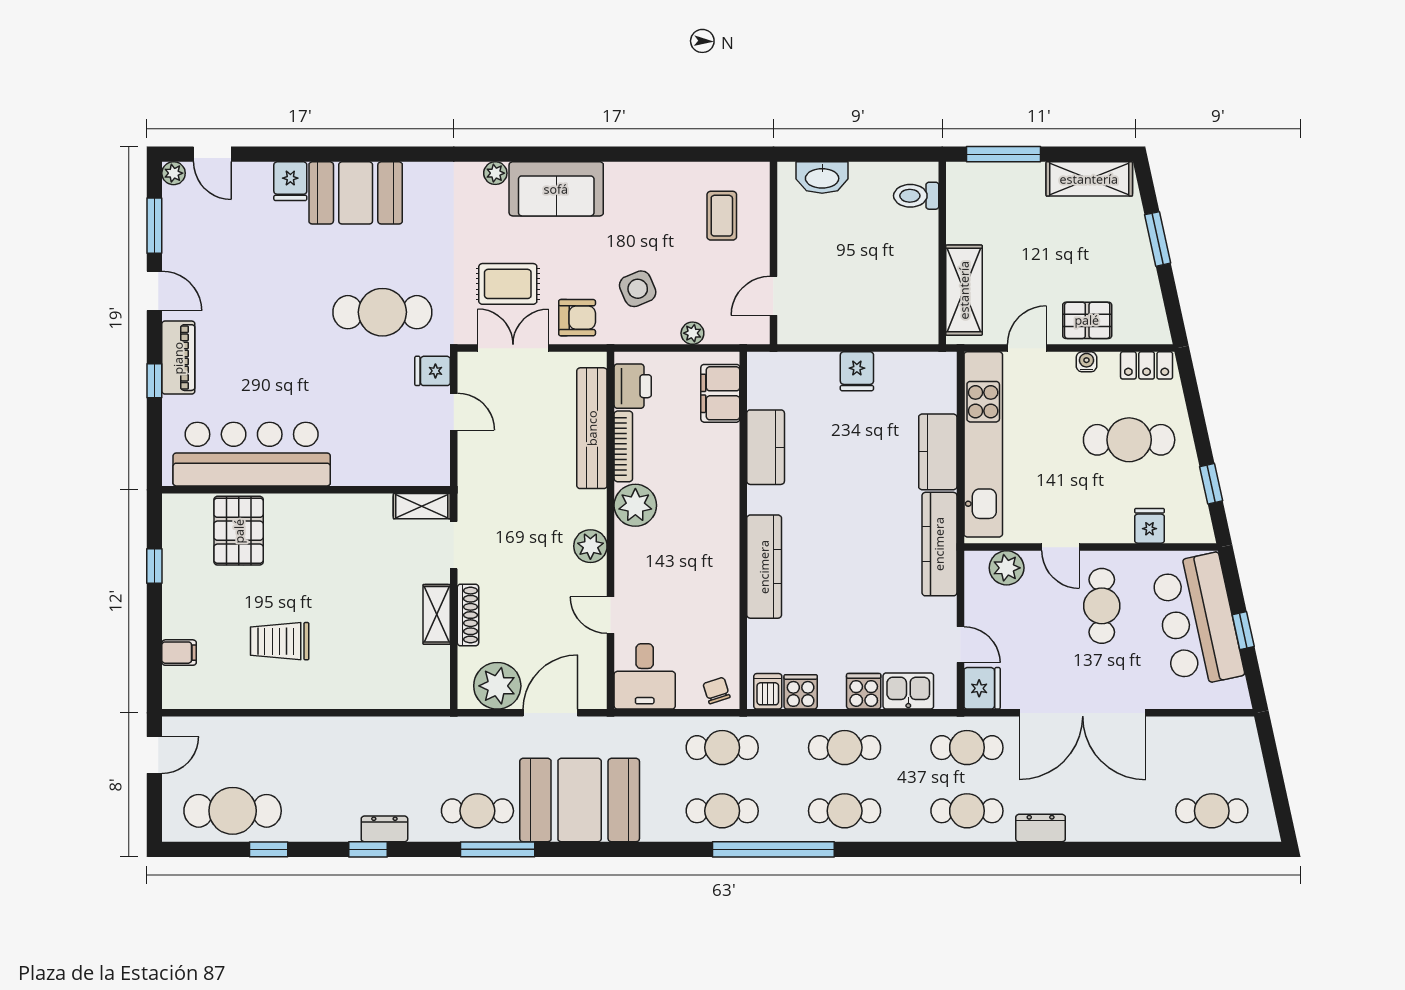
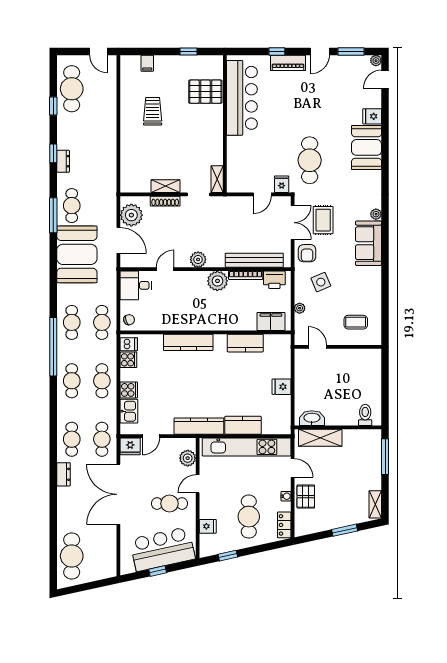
washbasin: (822, 177) -> (312, 418), moved, turned 90
shelving: (1089, 179) -> (375, 504), width x0.67, depth x0.75
cafe table: (1212, 811) -> (72, 556), width x1.37, depth x1.35

